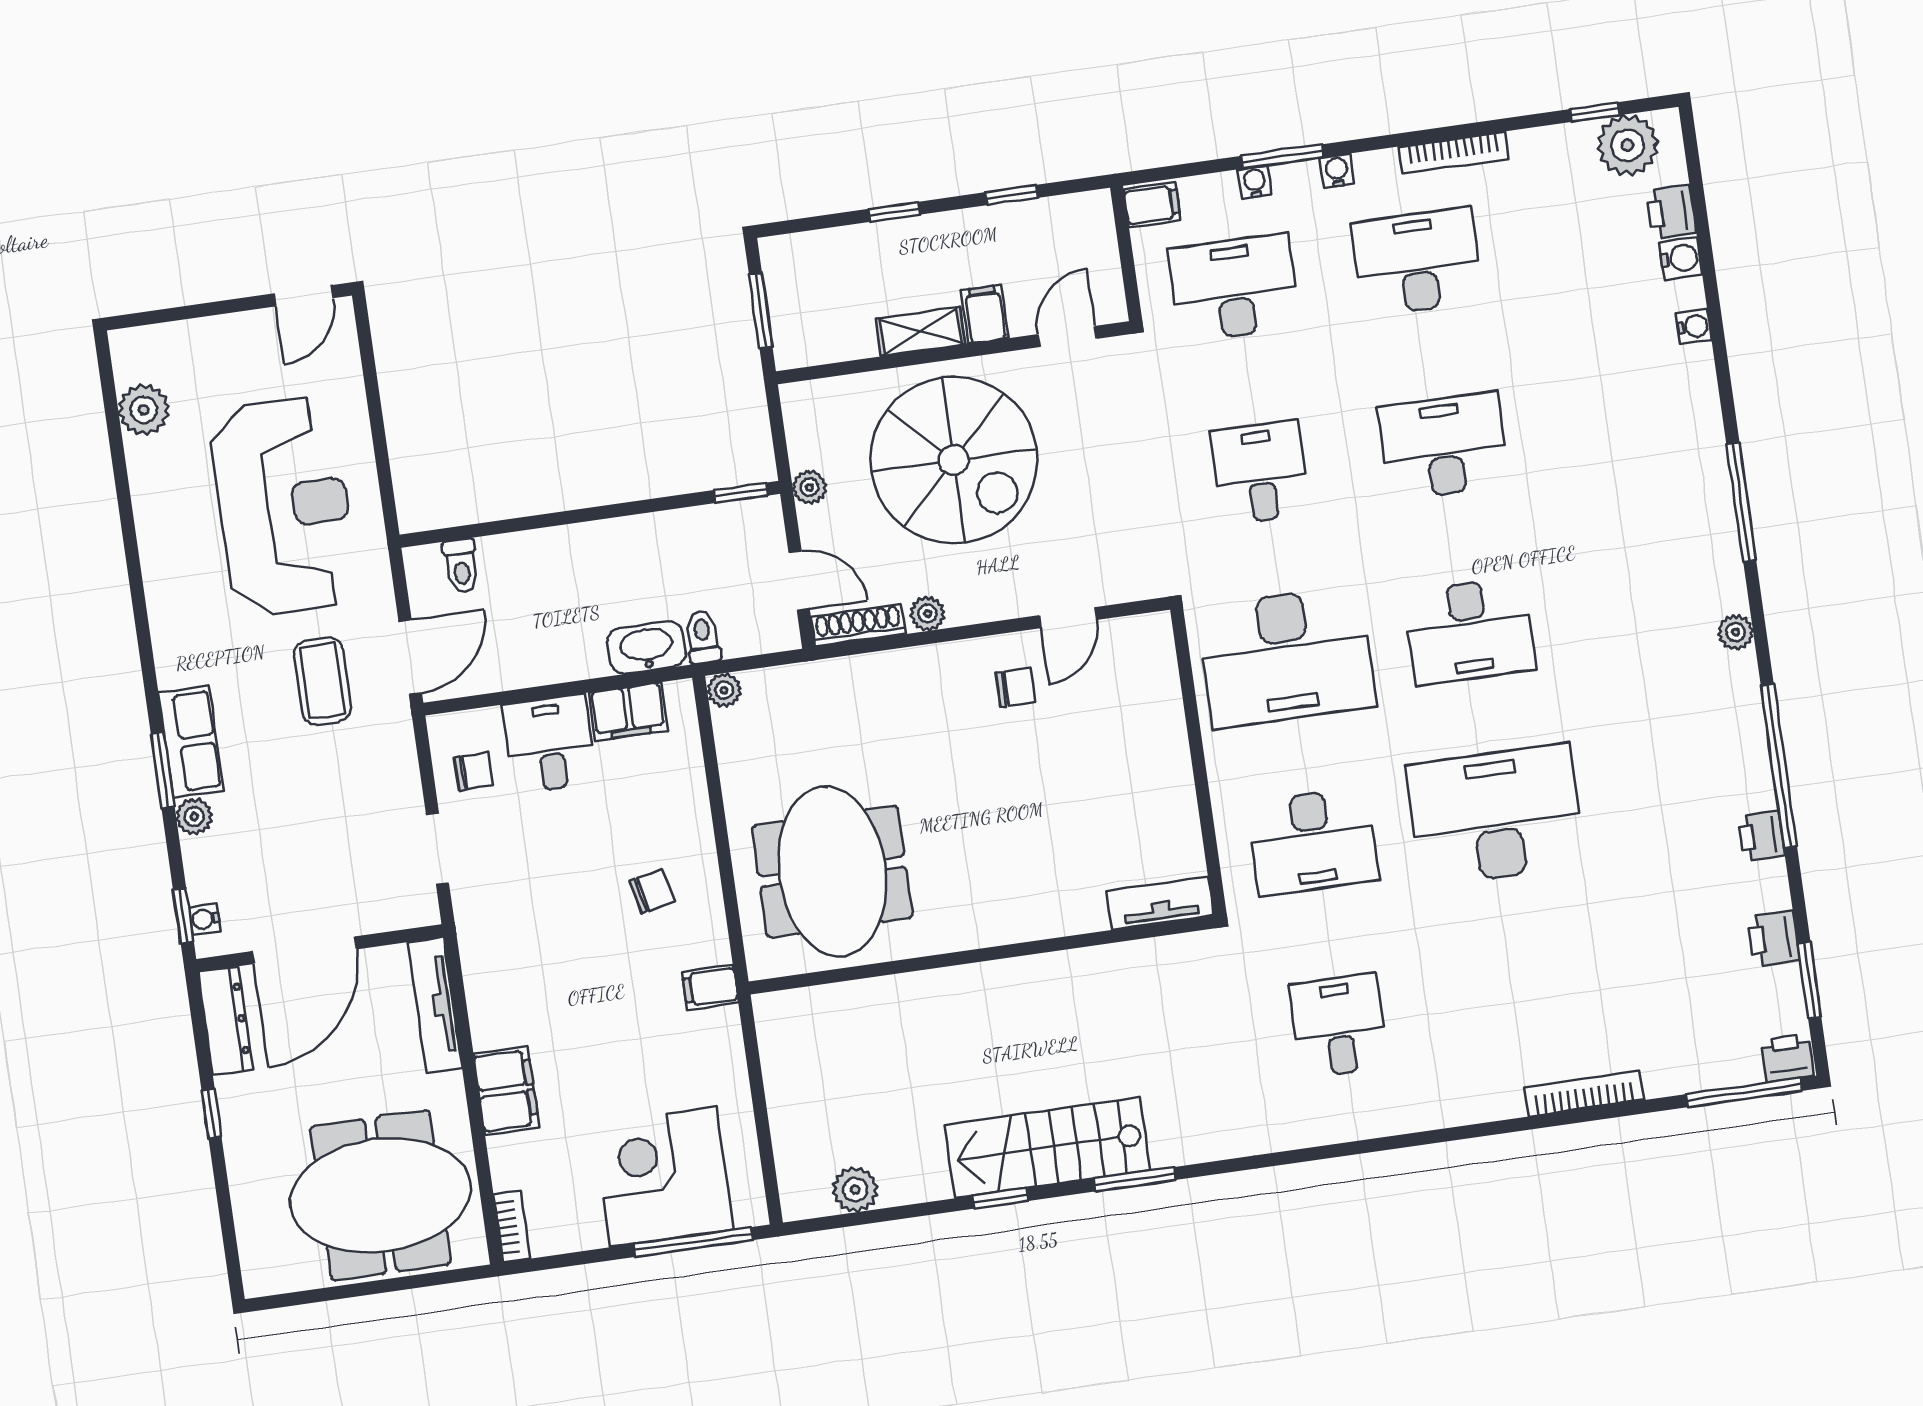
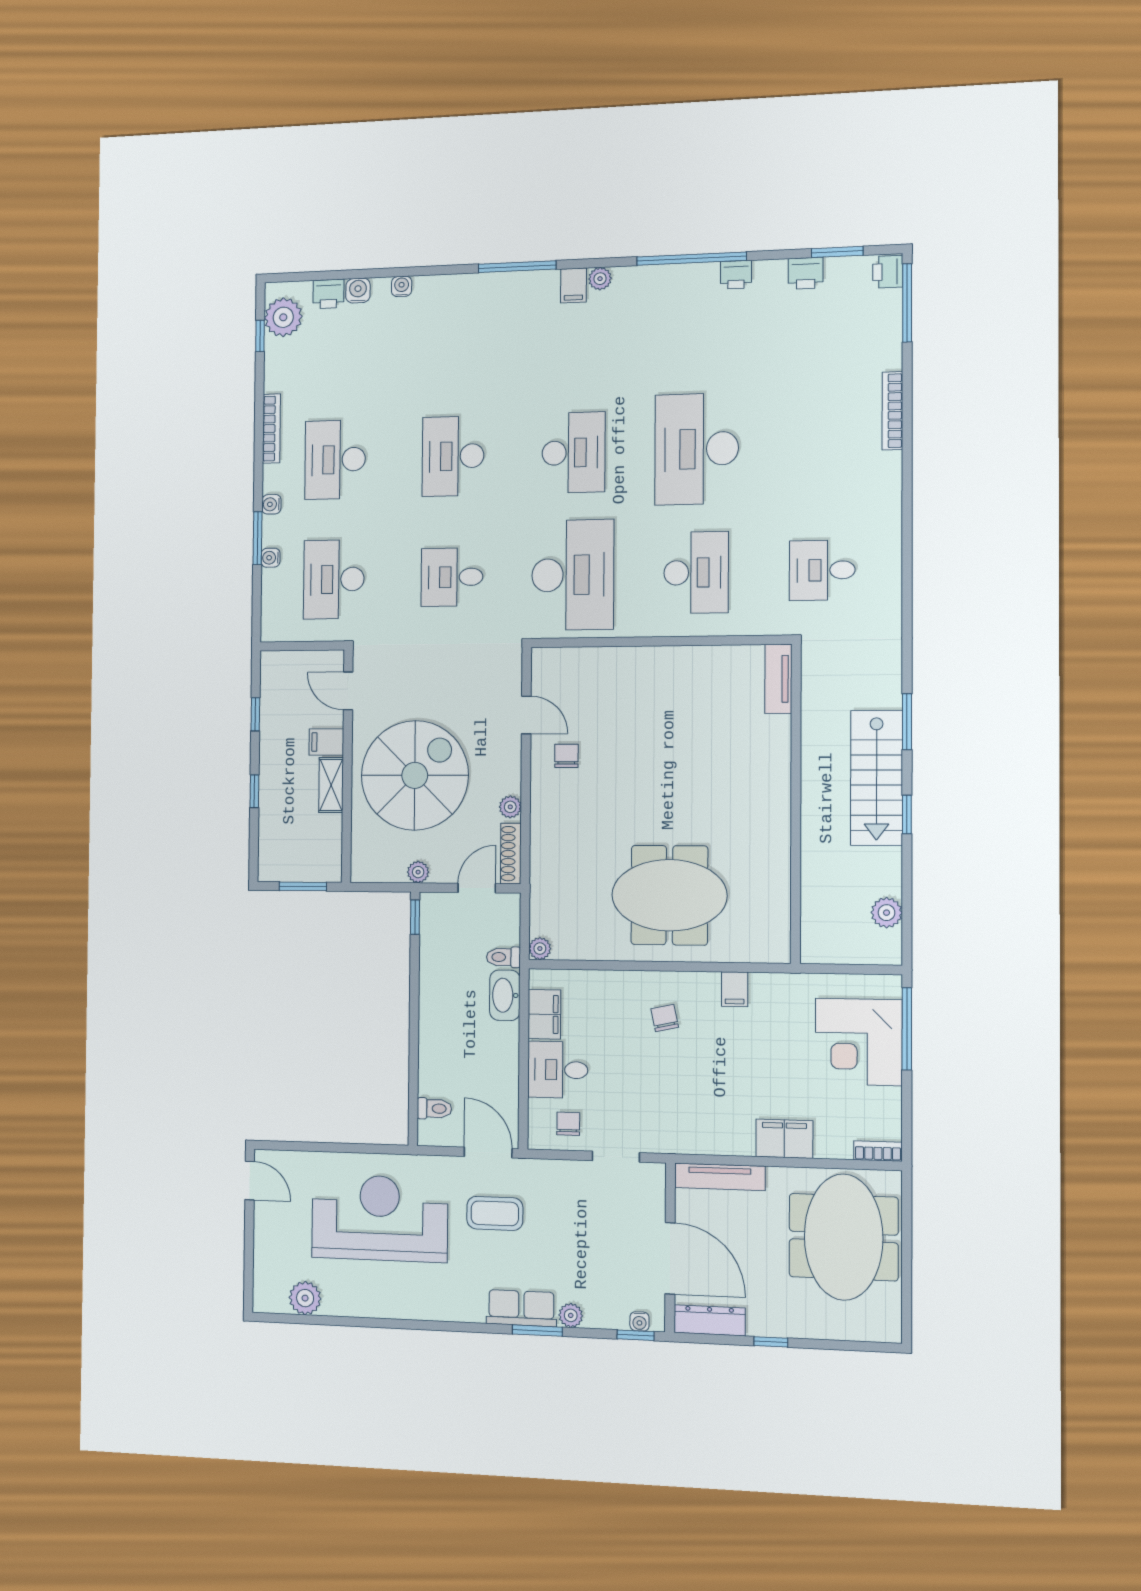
filing cabinet: (1152, 205) -> (573, 286), moved, turned 180
tv unit: (1160, 903) -> (778, 679), moved
wall: (982, 955) -> (796, 803), moved

